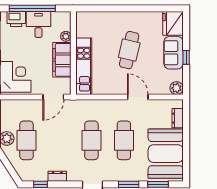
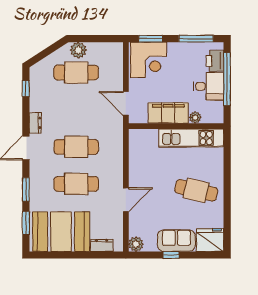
cafe table: (129, 50) -> (196, 190), moved
kitchen unit: (84, 66) -> (191, 138), moved
dresser: (57, 176) -> (35, 123), moved

